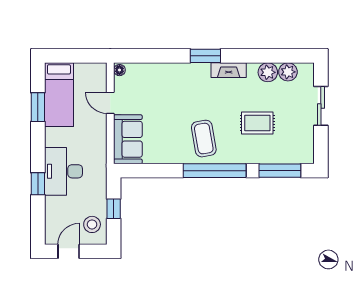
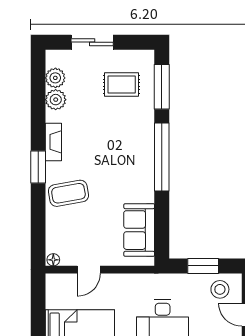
rug: (257, 123) -> (122, 85), moved, turned 90
sofa: (128, 139) -> (139, 230), moved, turned -90
coffee table: (204, 139) -> (68, 193), moved
window: (114, 209) -> (203, 266), width x1.50

